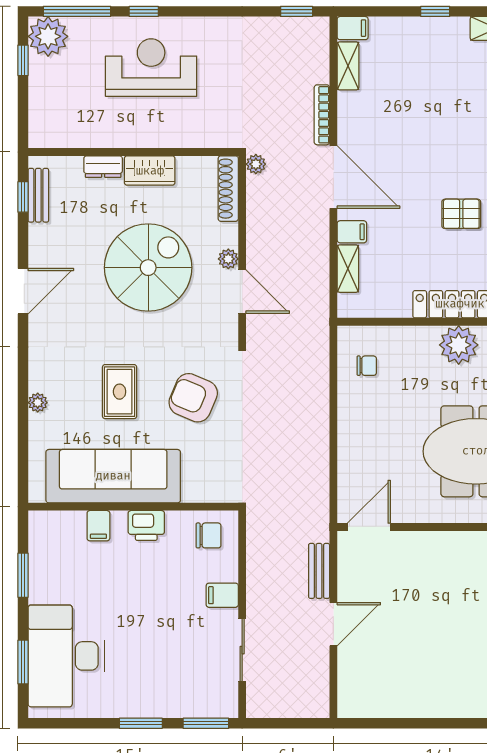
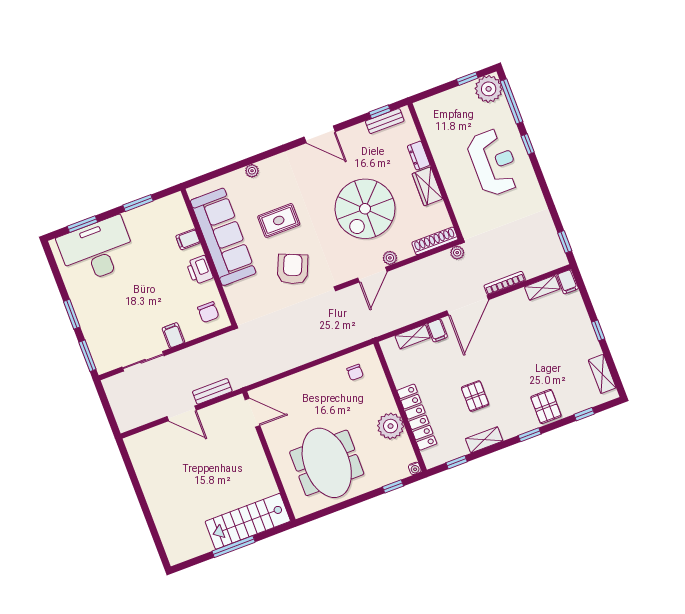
spiral stairs: (148, 268) -> (365, 209), turned 90

